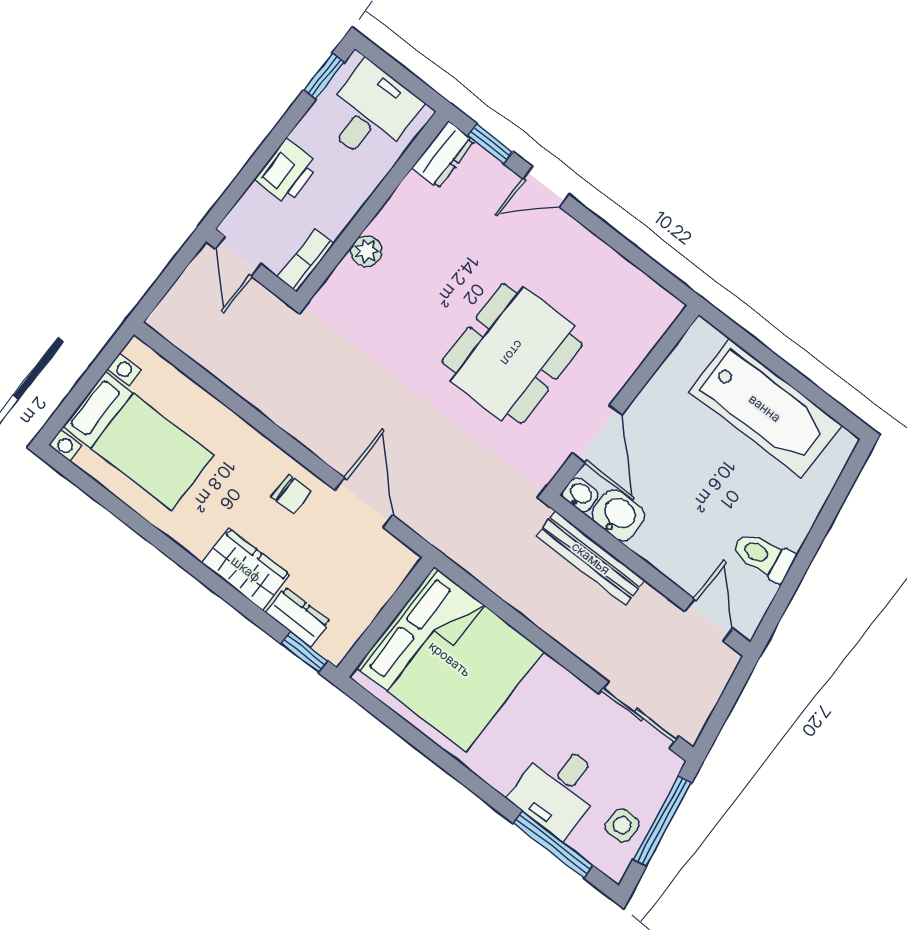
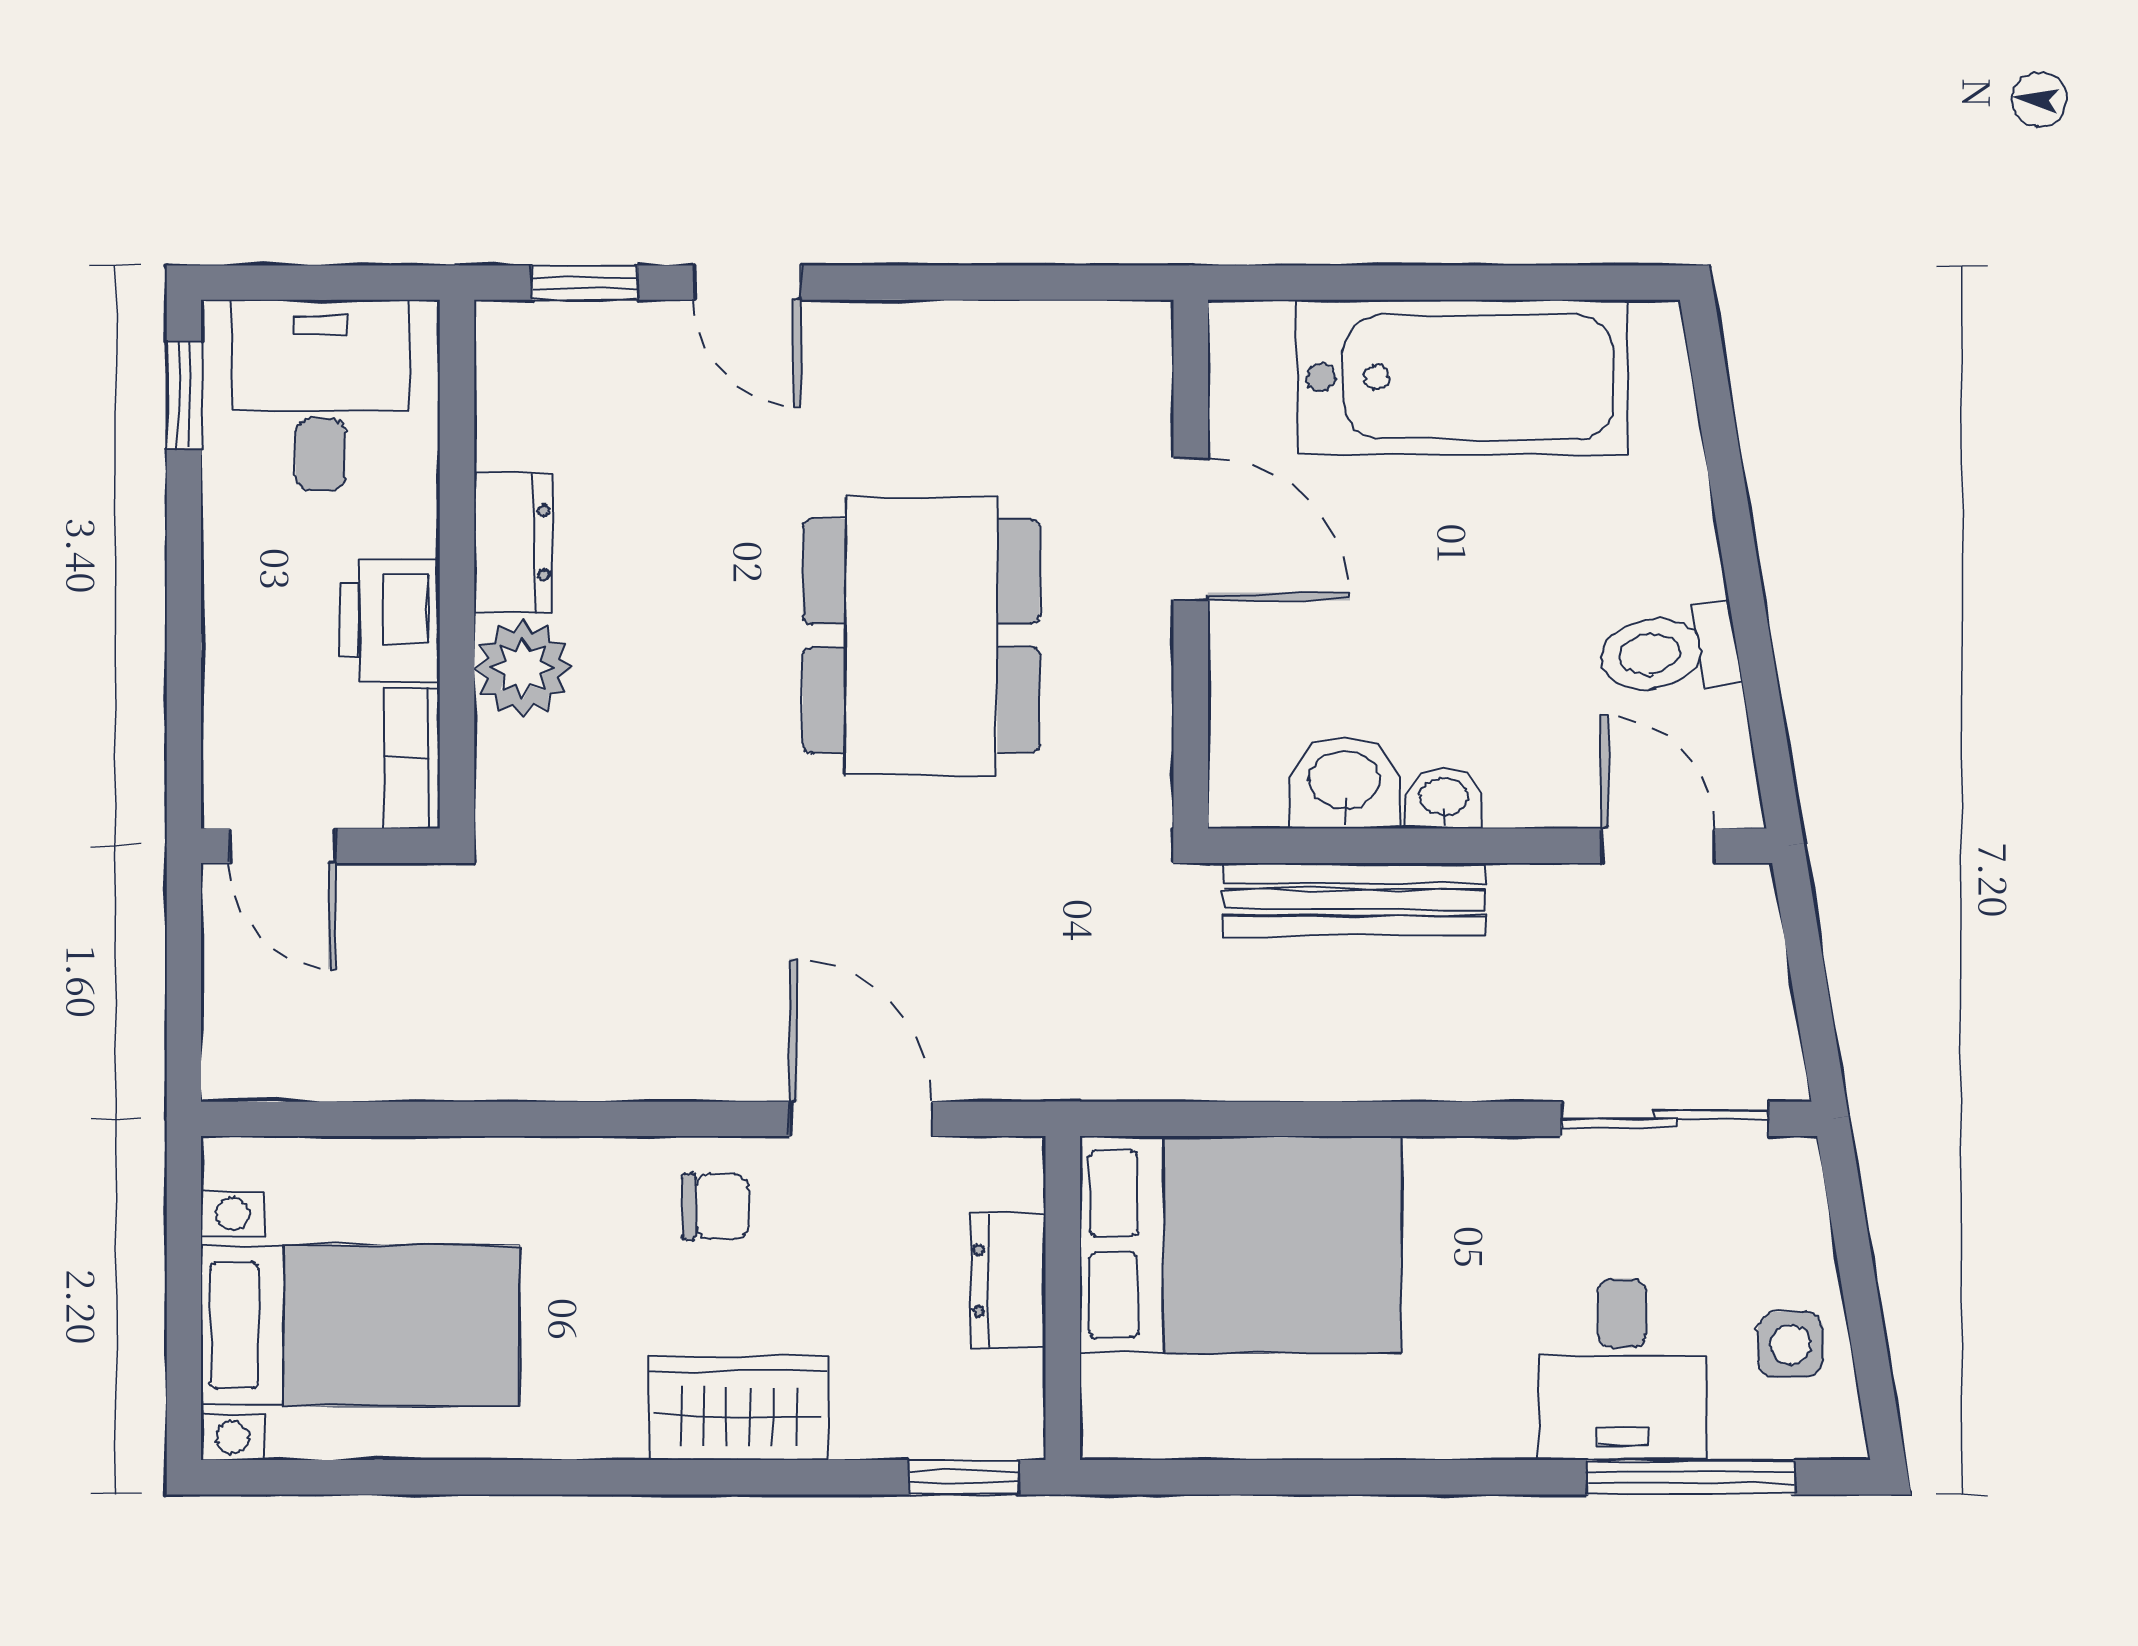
dresser: (443, 155) -> (513, 543), moved
printer: (287, 172) -> (390, 620), moved, turned 180
door: (546, 187) -> (747, 283), hinge flipped
plant: (366, 251) -> (523, 668), width x1.38, depth x1.38
door: (597, 434) -> (1191, 529), moved
washbasin: (580, 495) -> (1444, 798), moved
dresser: (298, 617) -> (1008, 1281), moved, turned -90
bed: (450, 659) -> (1240, 1244), width x0.73
window: (662, 821) -> (1858, 1280), removed

